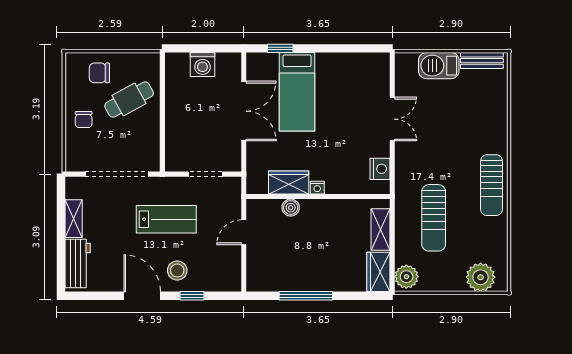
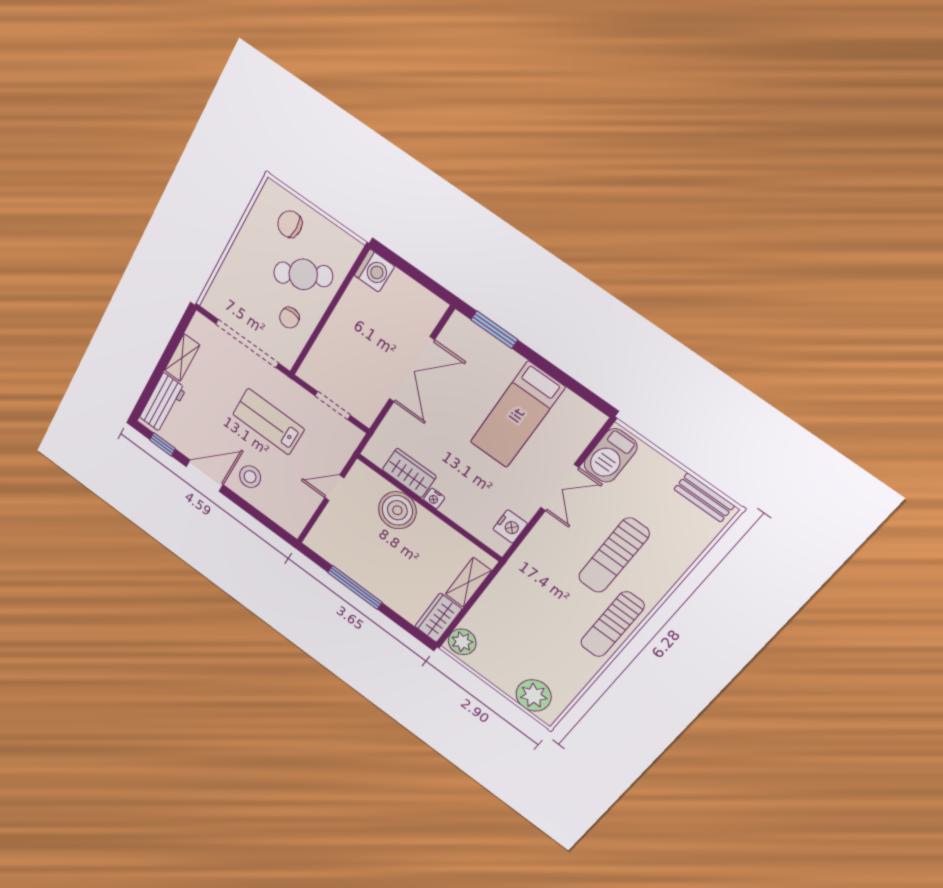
window: (280, 48) -> (494, 330), width x1.50
washing machine: (202, 64) -> (374, 271), moved, turned -90
barbecue: (439, 66) -> (610, 456), moved, turned -90
bed: (297, 92) -> (517, 415), moved
chair: (84, 120) -> (289, 318), moved
boiler: (291, 208) -> (397, 510), width x1.86, depth x1.86
sun lounger: (434, 218) -> (614, 555), moved
lab bench: (166, 219) -> (268, 422), turned 180
door: (142, 296) -> (205, 476), hinge flipped
window: (192, 296) -> (162, 444), moved

